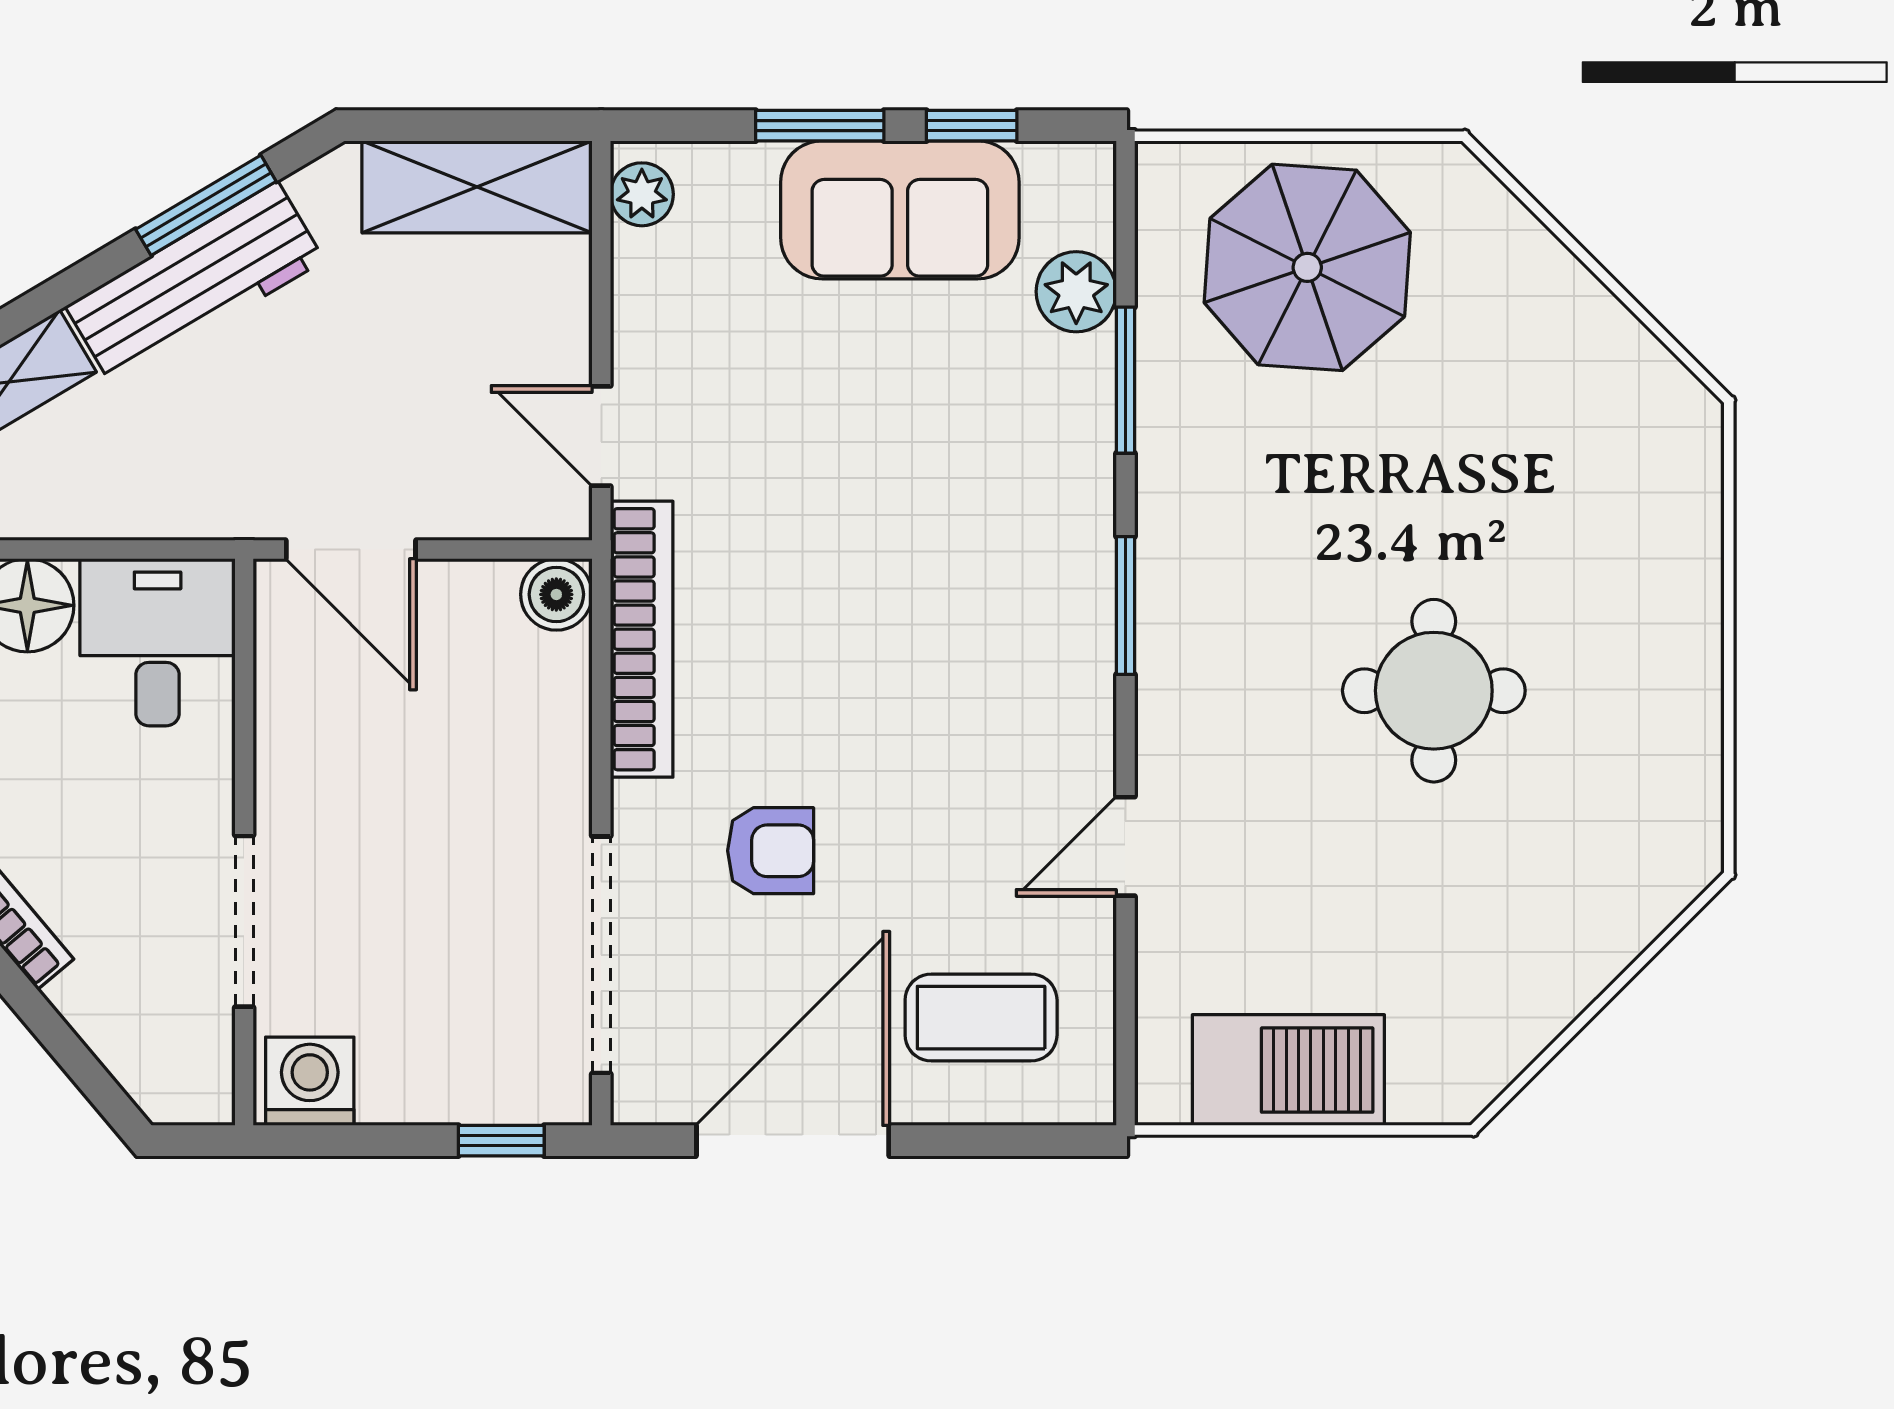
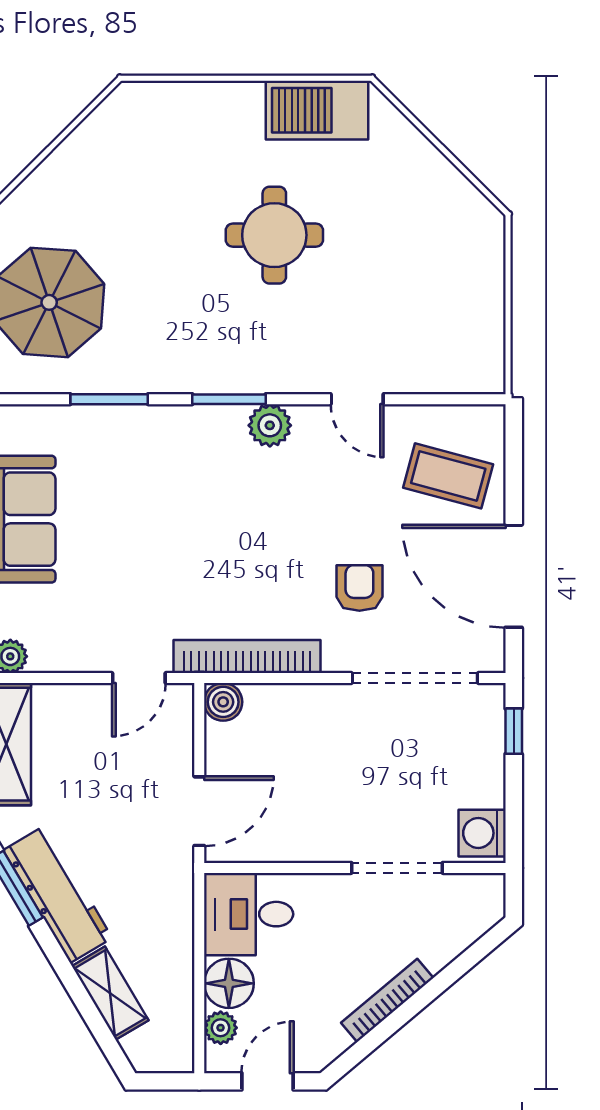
plant: (1076, 292) -> (270, 425), moved
coffee table: (981, 1018) -> (448, 476), turned -75
barbecue: (1288, 1070) -> (317, 110), moved, turned -90

